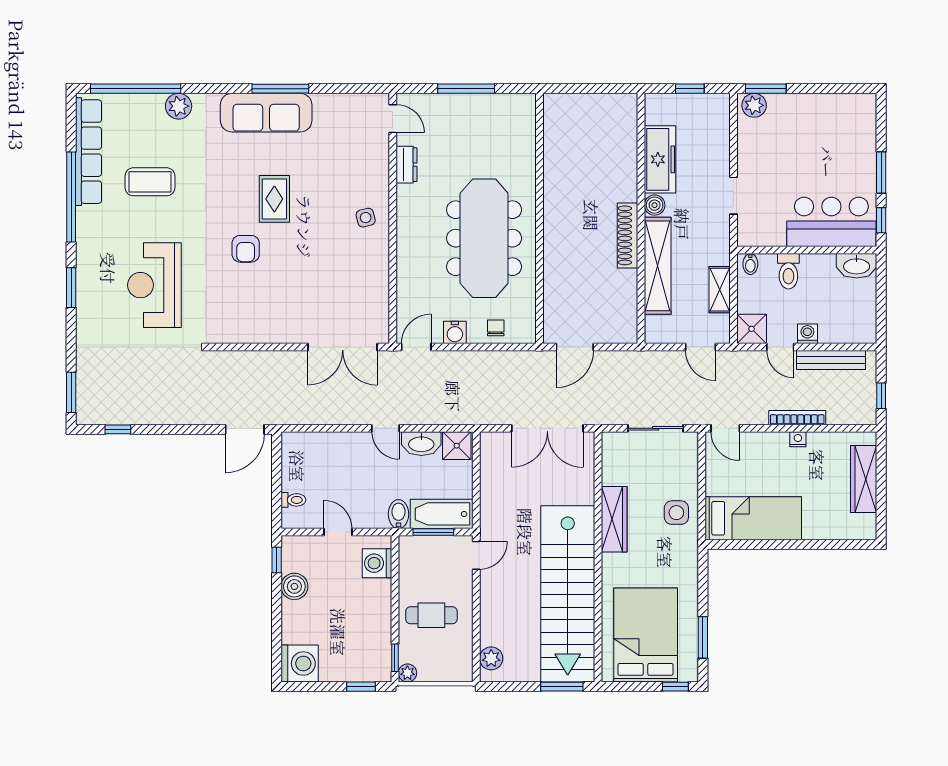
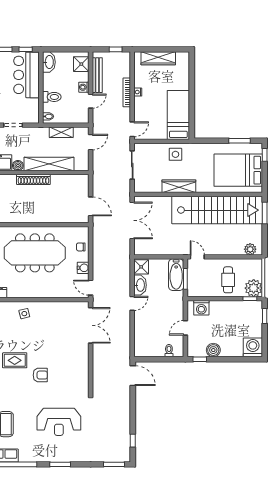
shower: (752, 329) -> (81, 64), moved
bidet: (399, 514) -> (176, 297), removed
plant: (407, 673) -> (254, 288), width x1.88, depth x1.88

